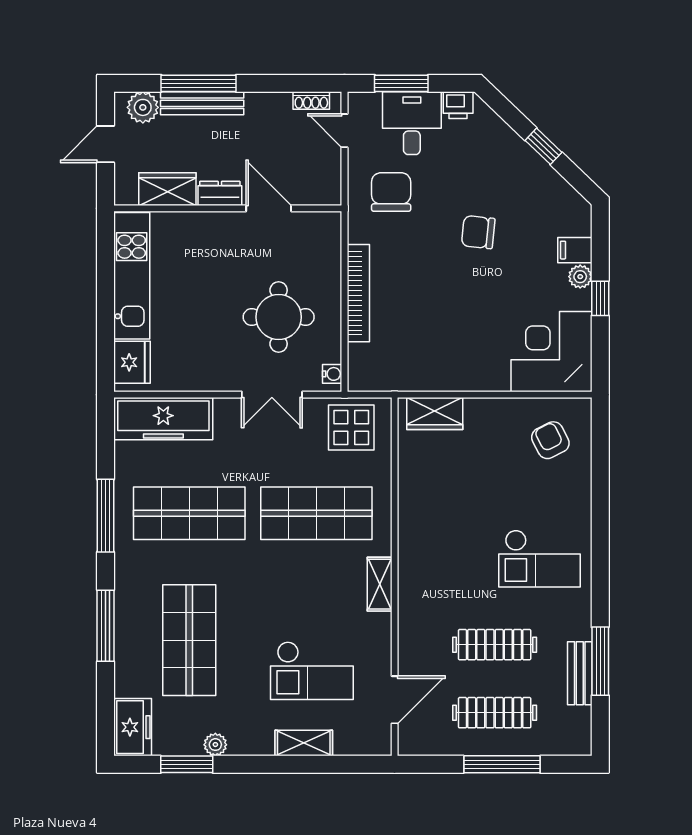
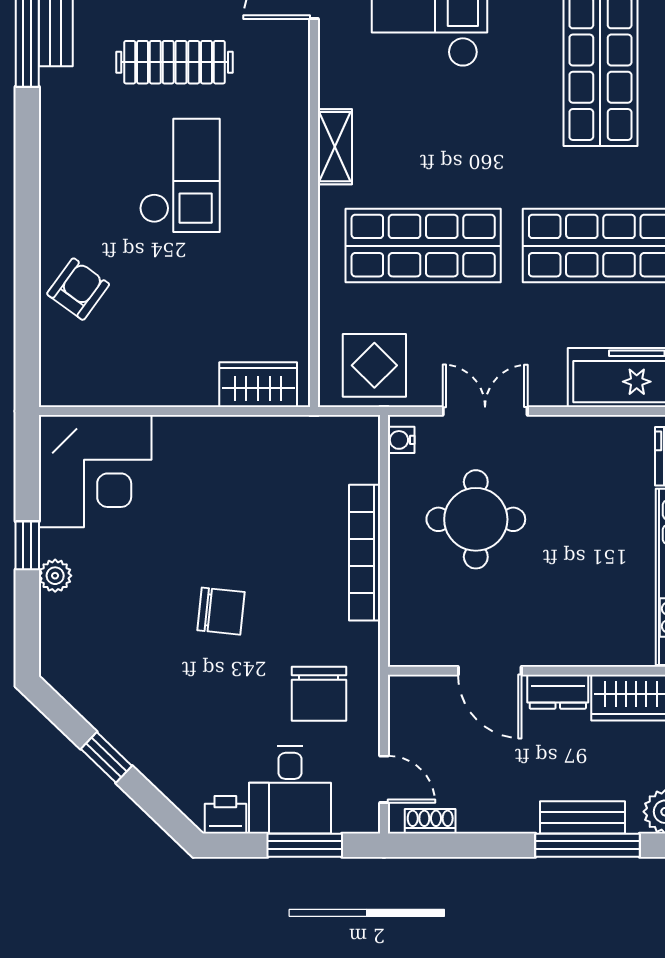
bench: (202, 103) -> (582, 817), width x0.73
chair: (478, 232) -> (221, 611), moved
filing cabinet: (575, 250) -> (63, 613), removed
armchair: (550, 440) -> (78, 289), moved, turned -117
checkout: (539, 559) -> (180, 175), moved, turned 90

